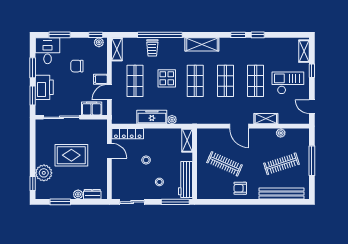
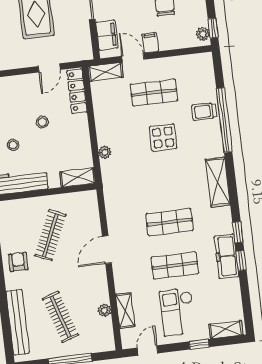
shelving: (117, 49) -> (106, 72), moved
shop shelf: (195, 81) -> (164, 179), removed
checkout: (288, 83) -> (178, 312), turned 180
freezer: (152, 117) -> (226, 256), moved, turned 180
shelving: (266, 119) -> (125, 311), moved

